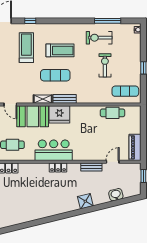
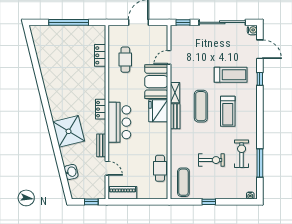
bar counter: (54, 150) -> (119, 122), moved
shower: (85, 201) -> (69, 131), width x1.86, depth x1.86

